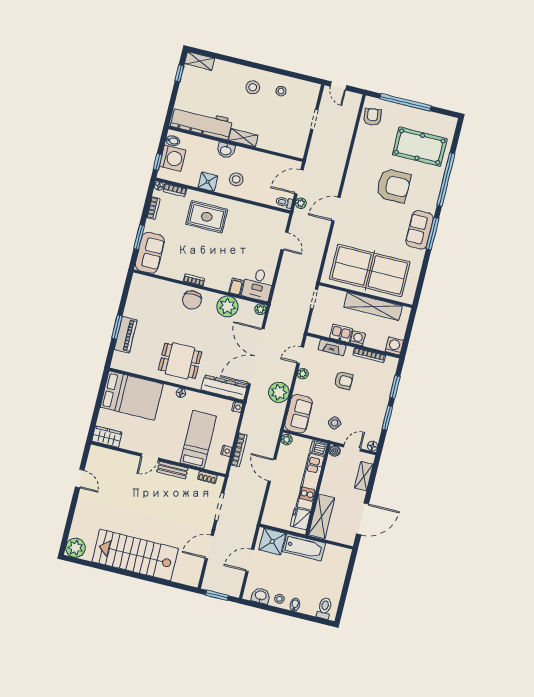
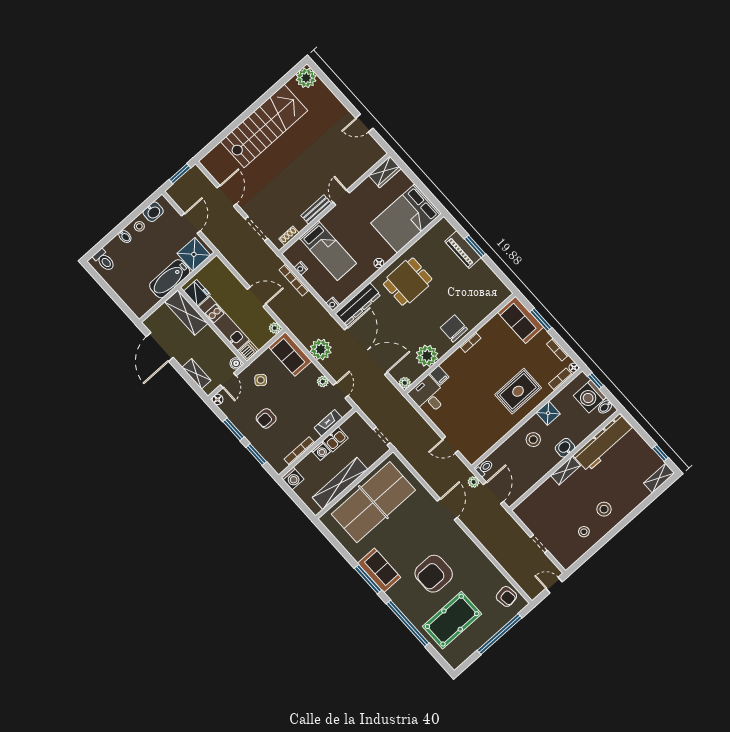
armchair: (344, 380) -> (266, 418), moved

